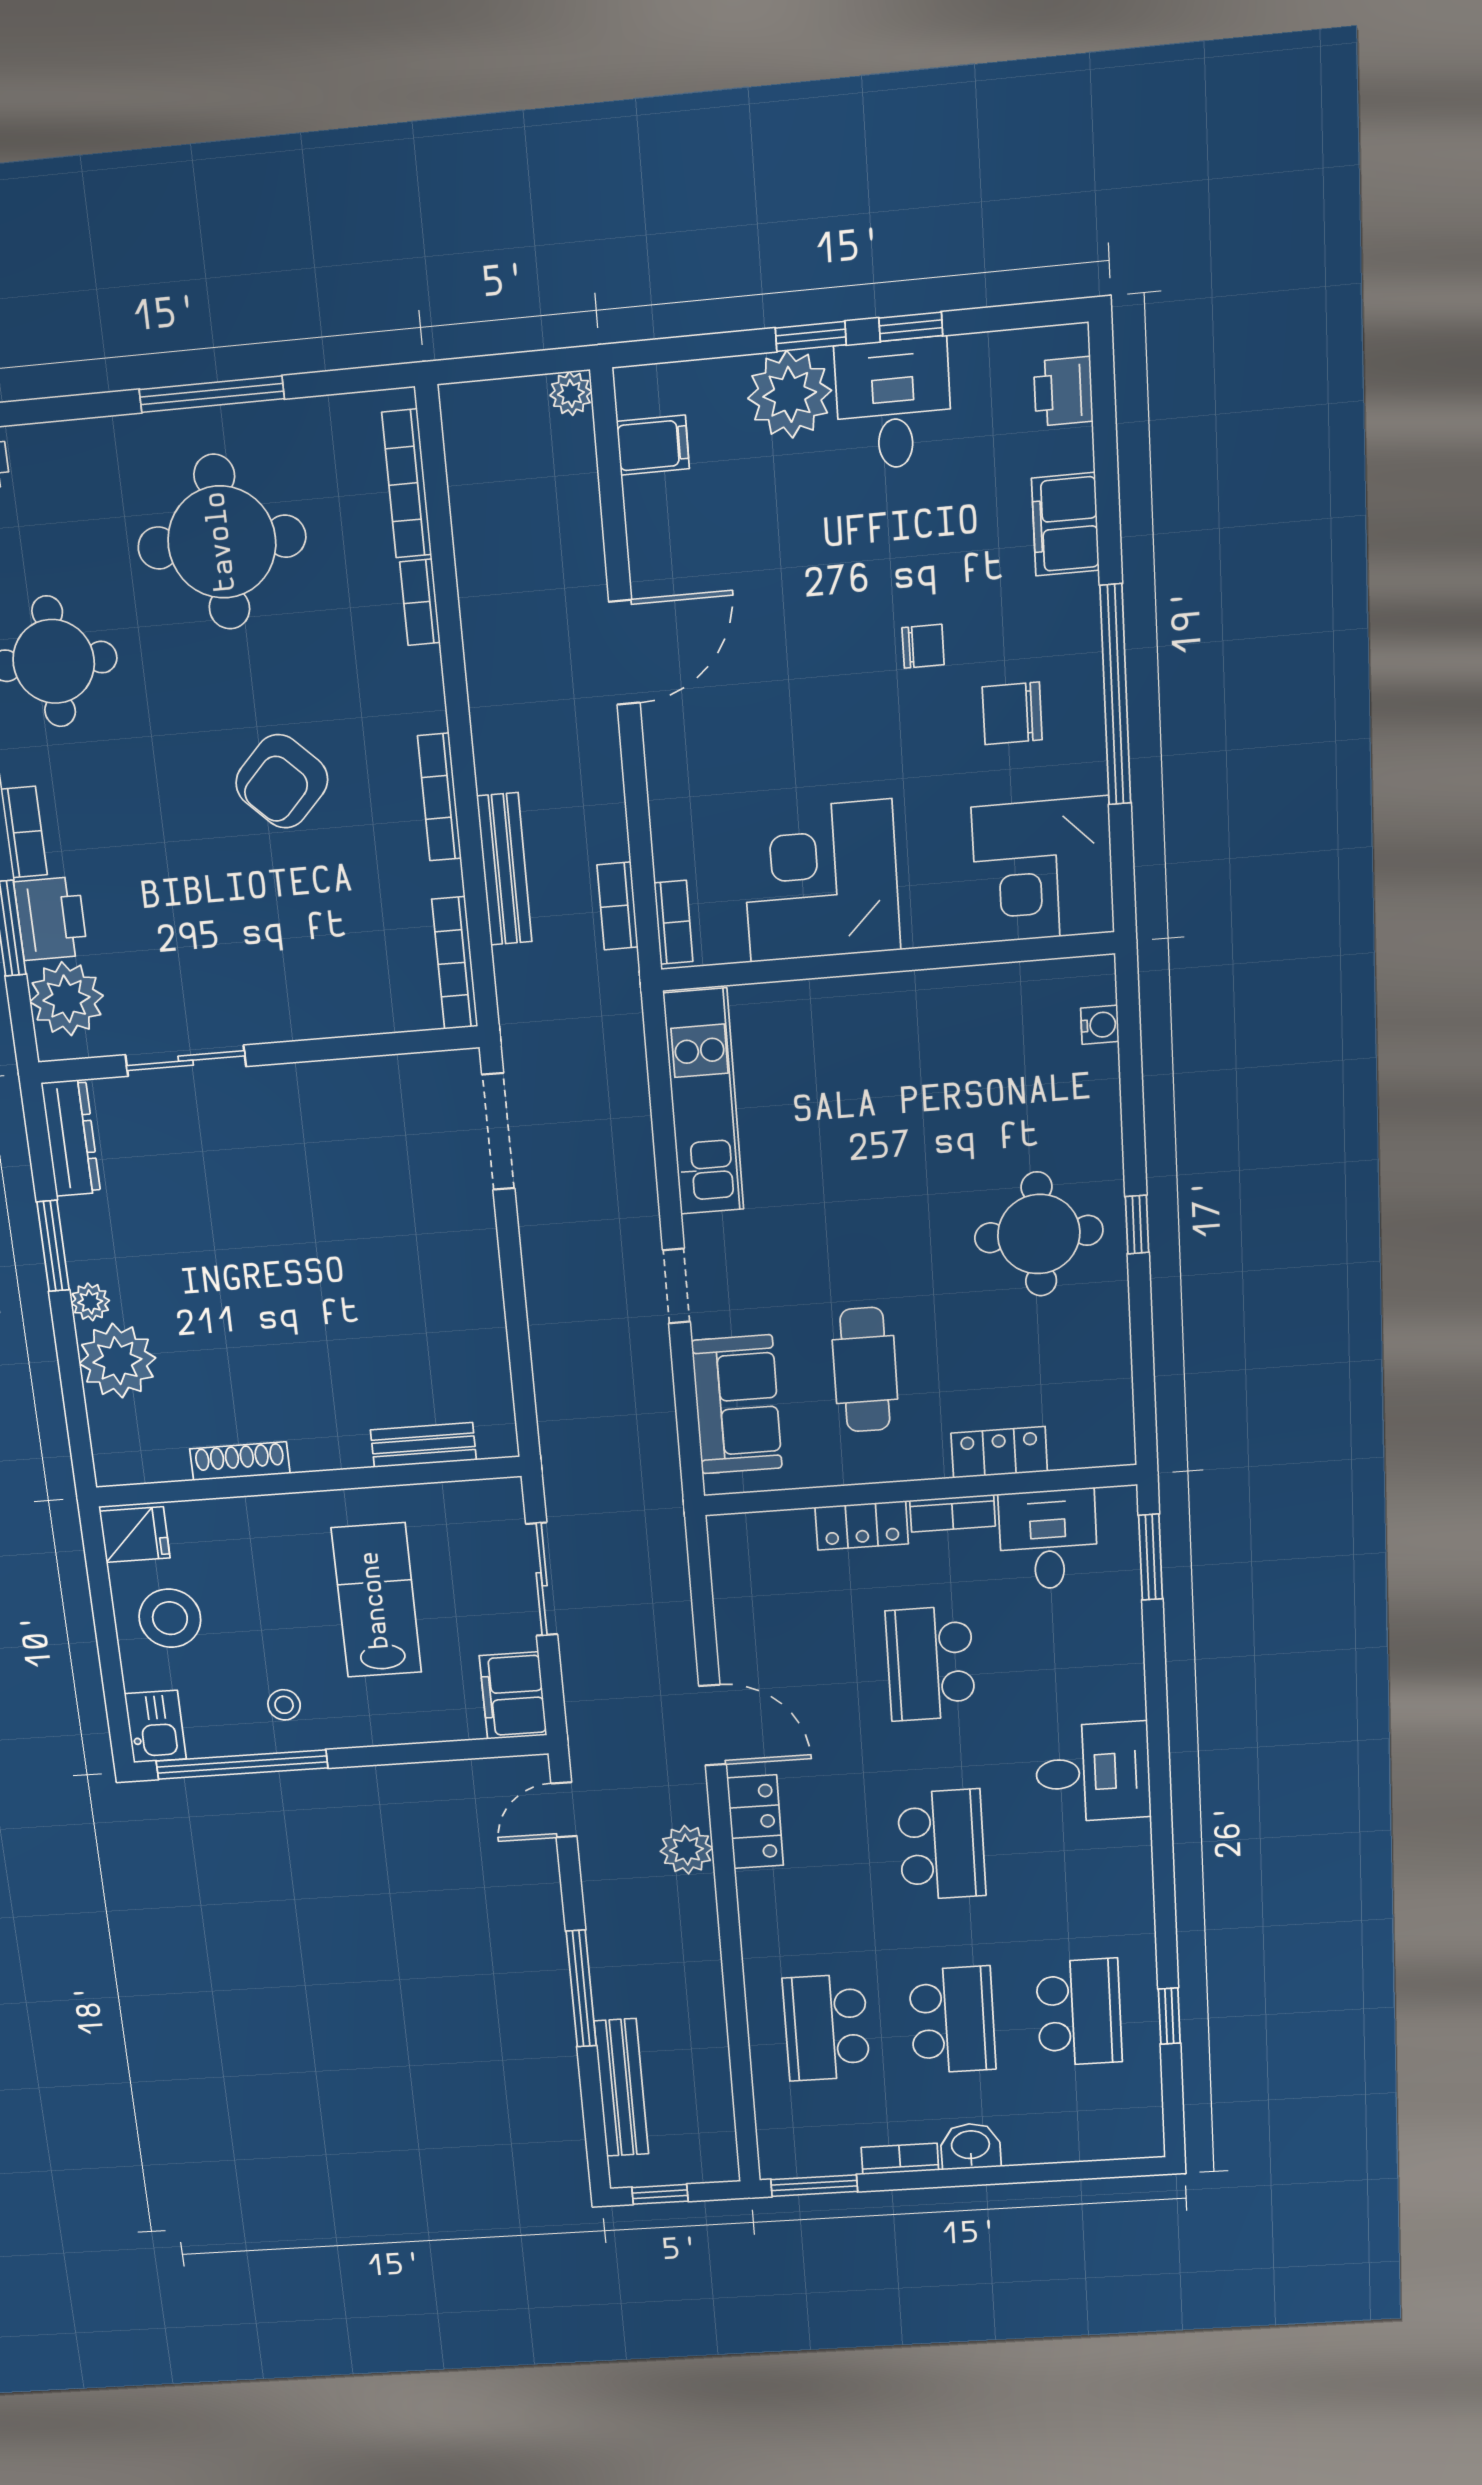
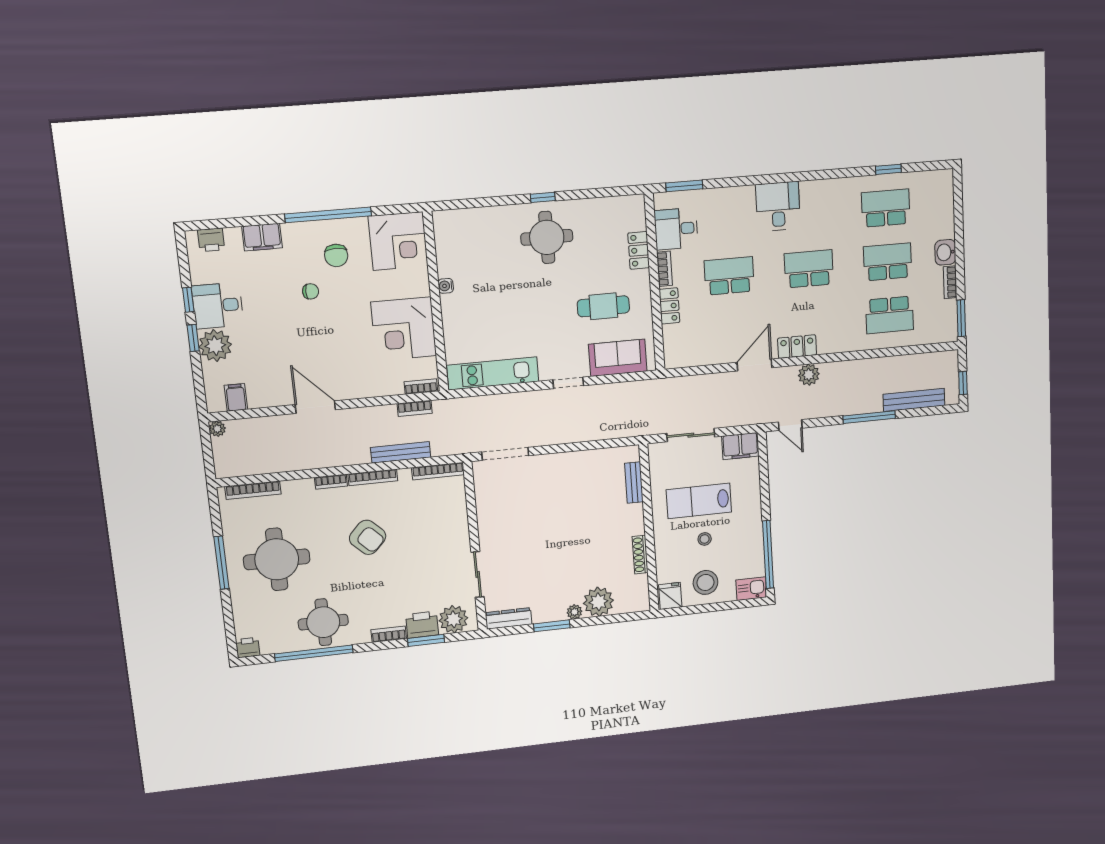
bookcase: (420, 602) -> (331, 482), moved
chair: (923, 646) -> (311, 291), turned 90
water cooler: (1100, 1025) -> (446, 286), moved, turned -90
school desk: (930, 1664) -> (729, 276), turned 180
stool: (284, 1705) -> (705, 539), moved

